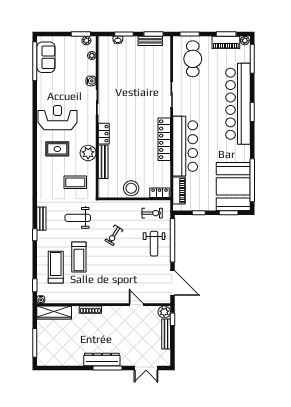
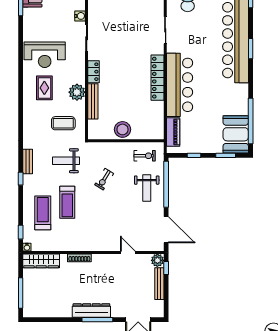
reception desk: (58, 118) -> (45, 55), turned 180
rug: (57, 149) -> (44, 88), turned 90
booth: (233, 186) -> (236, 134), width x0.73, depth x0.70
locker: (160, 193) -> (153, 134), removed

